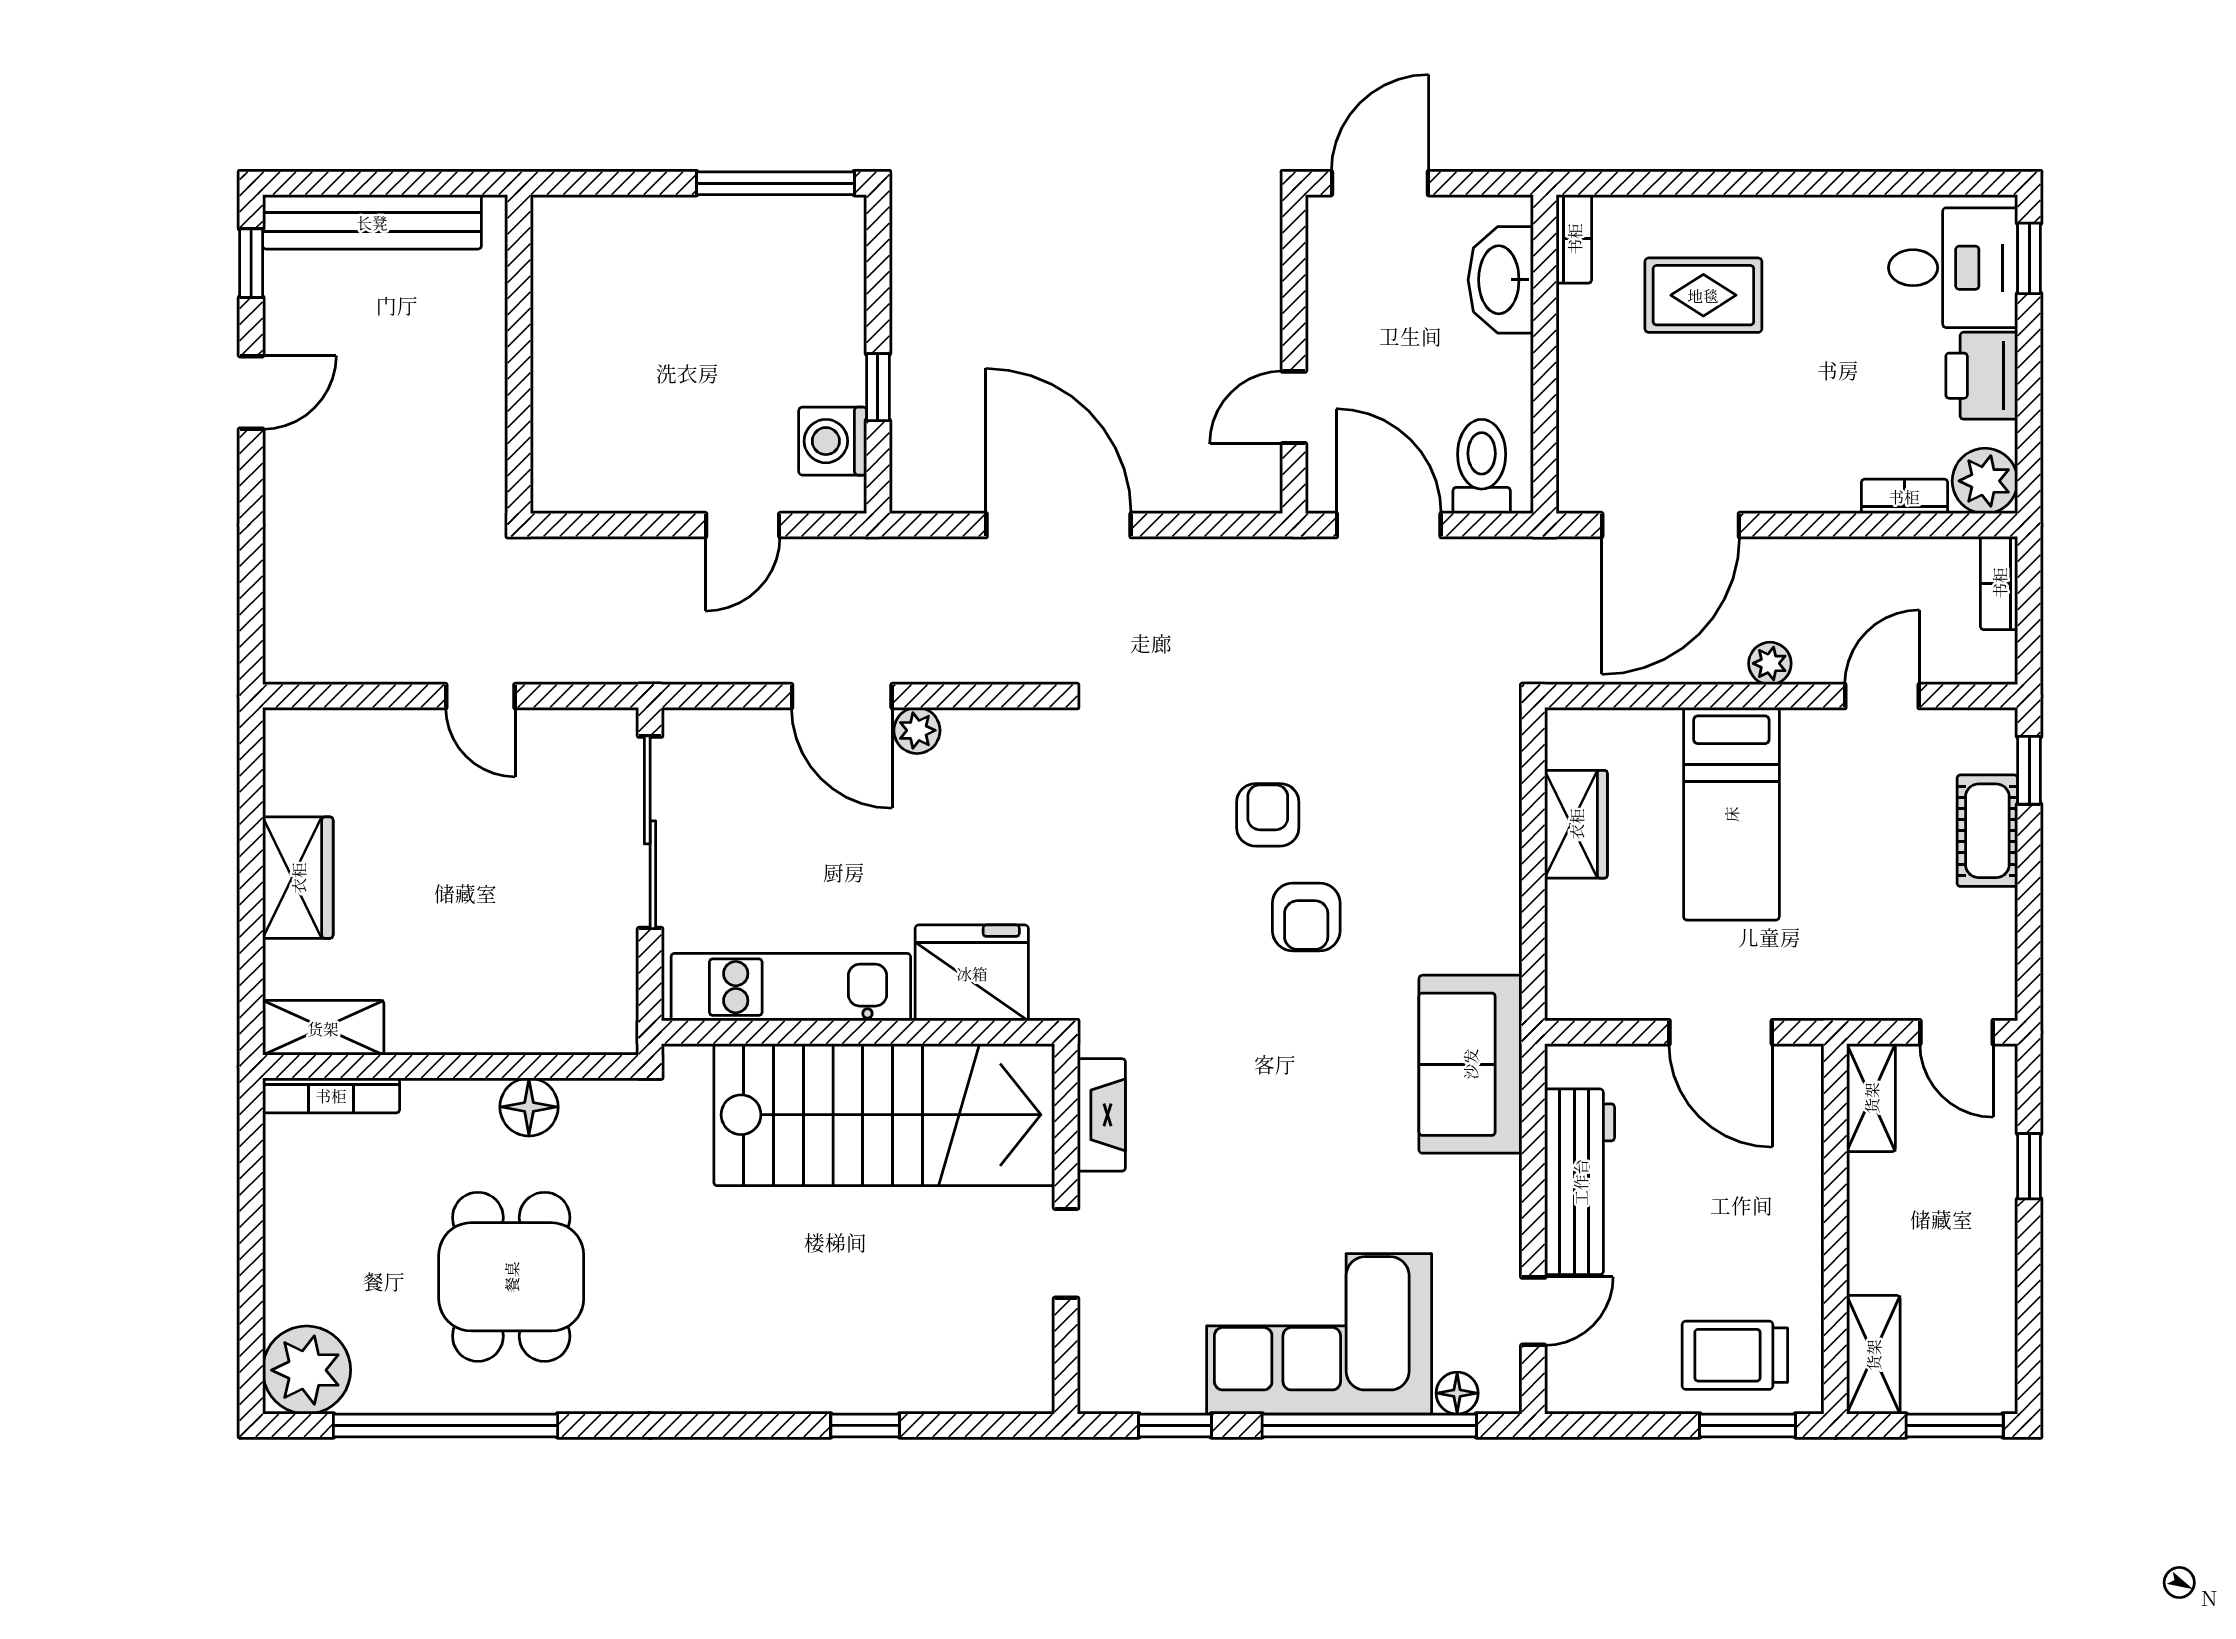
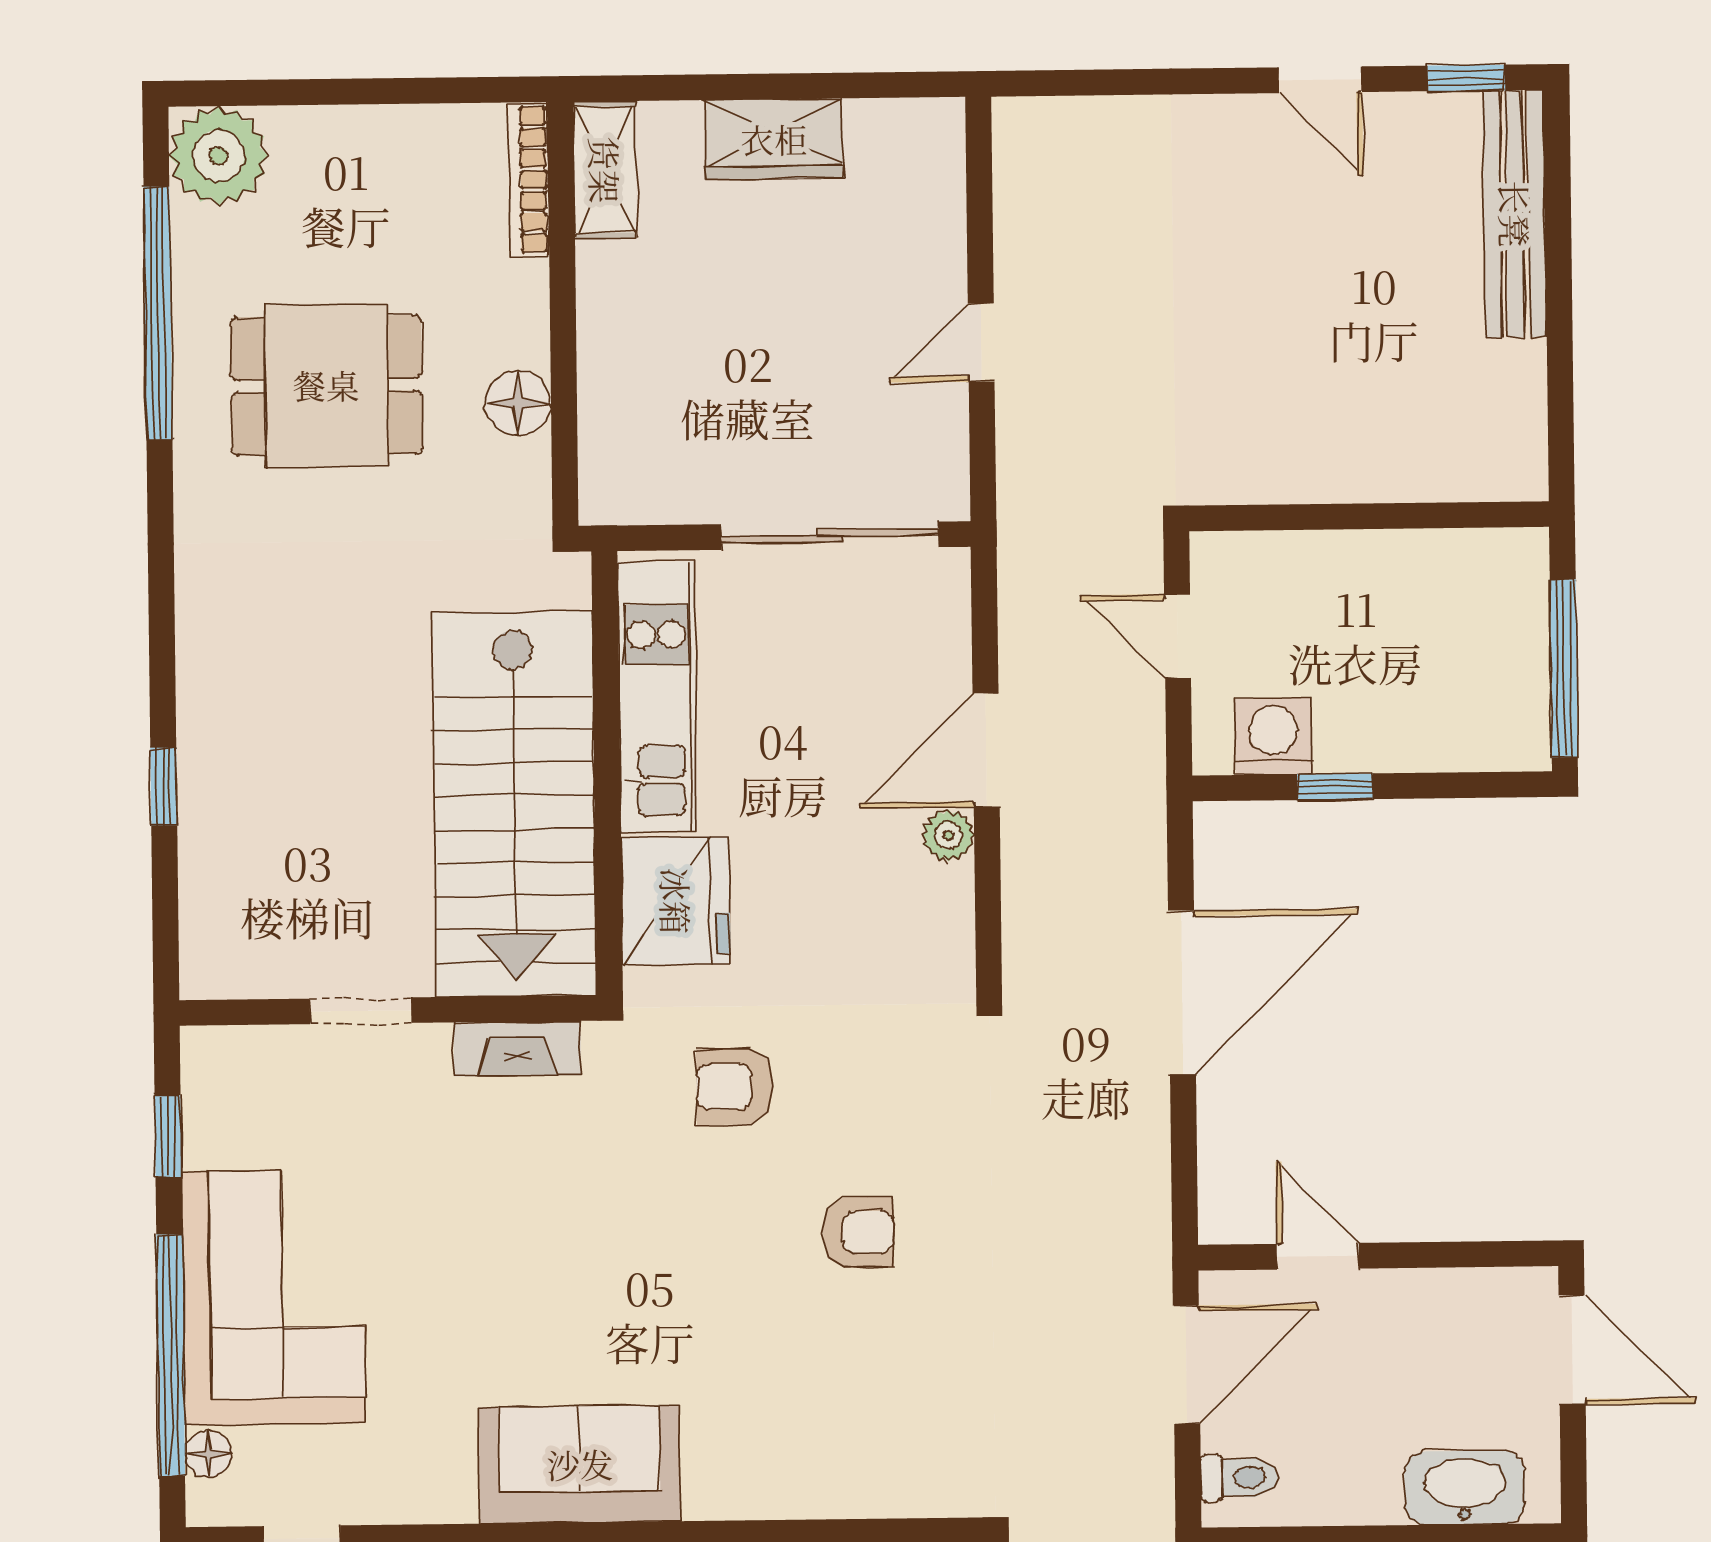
wall: (519, 354) -> (1369, 516), moved
toilet: (1482, 466) -> (1239, 1478), width x0.73, depth x0.72
armchair: (1306, 917) -> (735, 1087), moved

